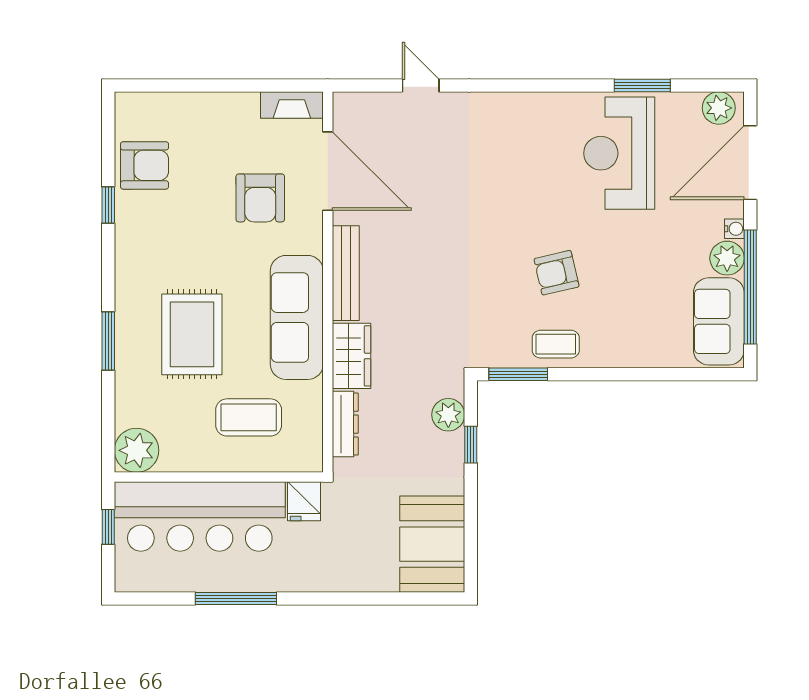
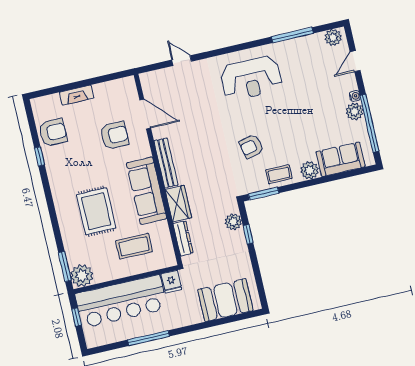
window: (642, 85) -> (292, 35), width x1.44
fireplace: (292, 105) -> (77, 95), moved
reception desk: (619, 153) -> (251, 78), moved, turned -90
door: (750, 163) -> (355, 61), width x0.53
door: (328, 171) -> (145, 114), width x0.73
armchair: (260, 198) -> (115, 135), turned -90
armchair: (557, 273) -> (251, 146), moved
sofa: (719, 321) -> (341, 159), moved, turned 90
window: (108, 341) -> (65, 267), moved
plant: (616, 350) -> (310, 170), added
booth: (432, 544) -> (225, 300), moved, turned 90

